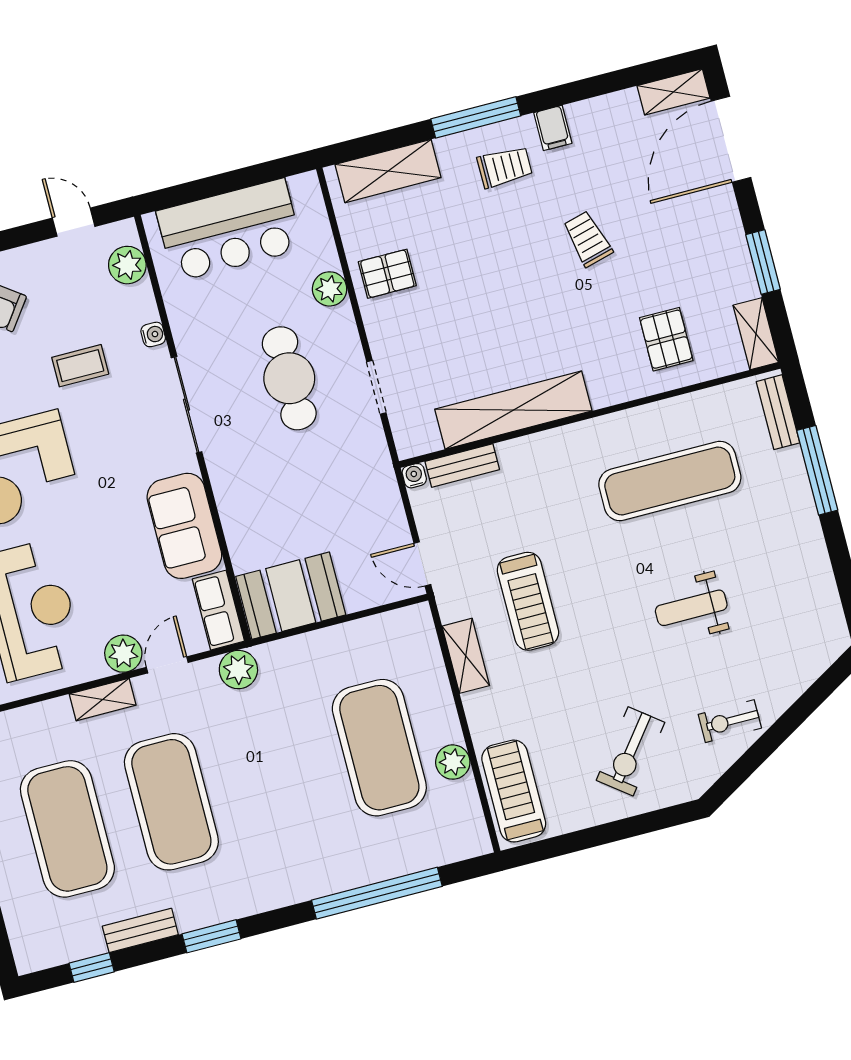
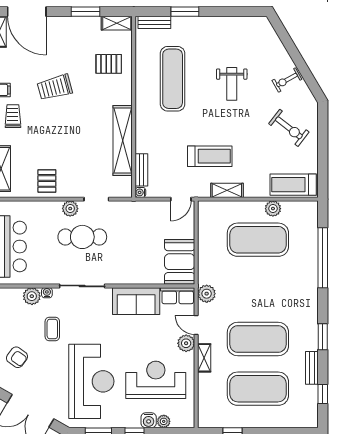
trolley: (588, 239) -> (55, 87), width x1.36, depth x1.39
plant: (127, 265) -> (32, 296), moved
plant: (330, 289) -> (70, 209), moved
window: (817, 470) -> (185, 12), width x0.69
exercise bike: (730, 721) -> (287, 80), turned 61

